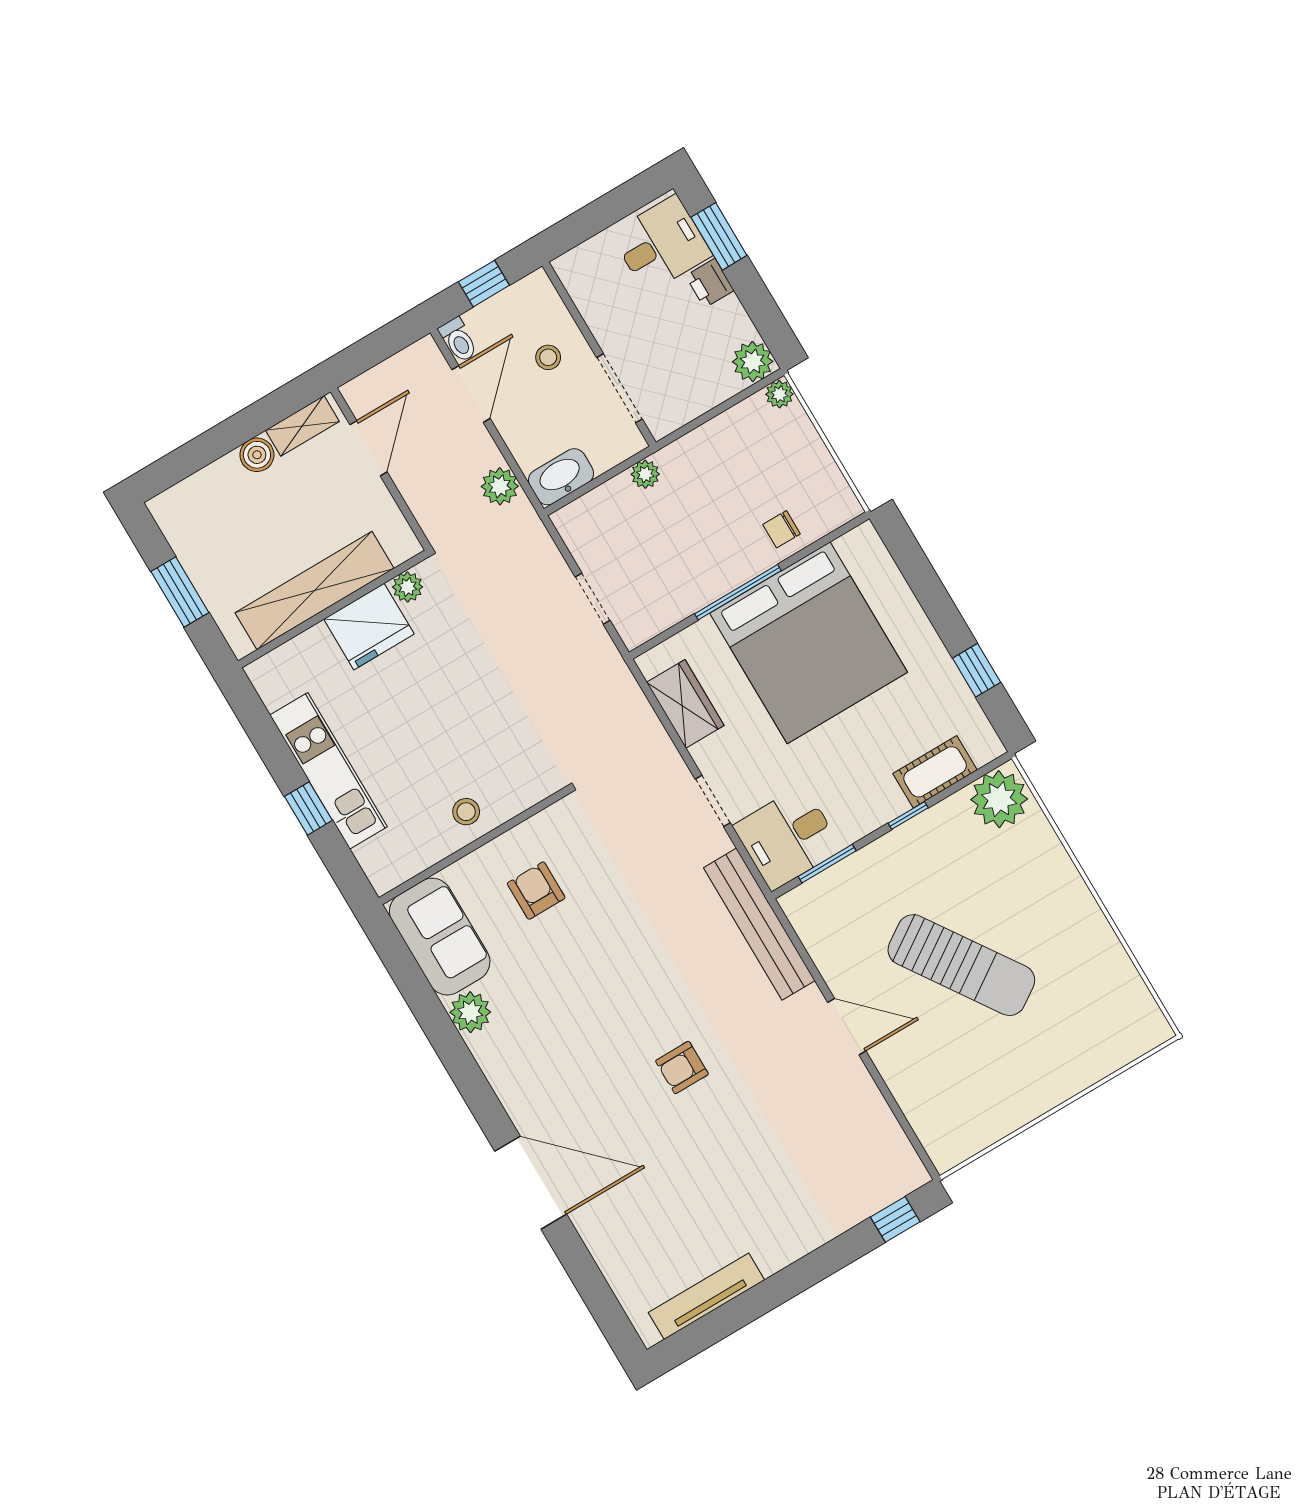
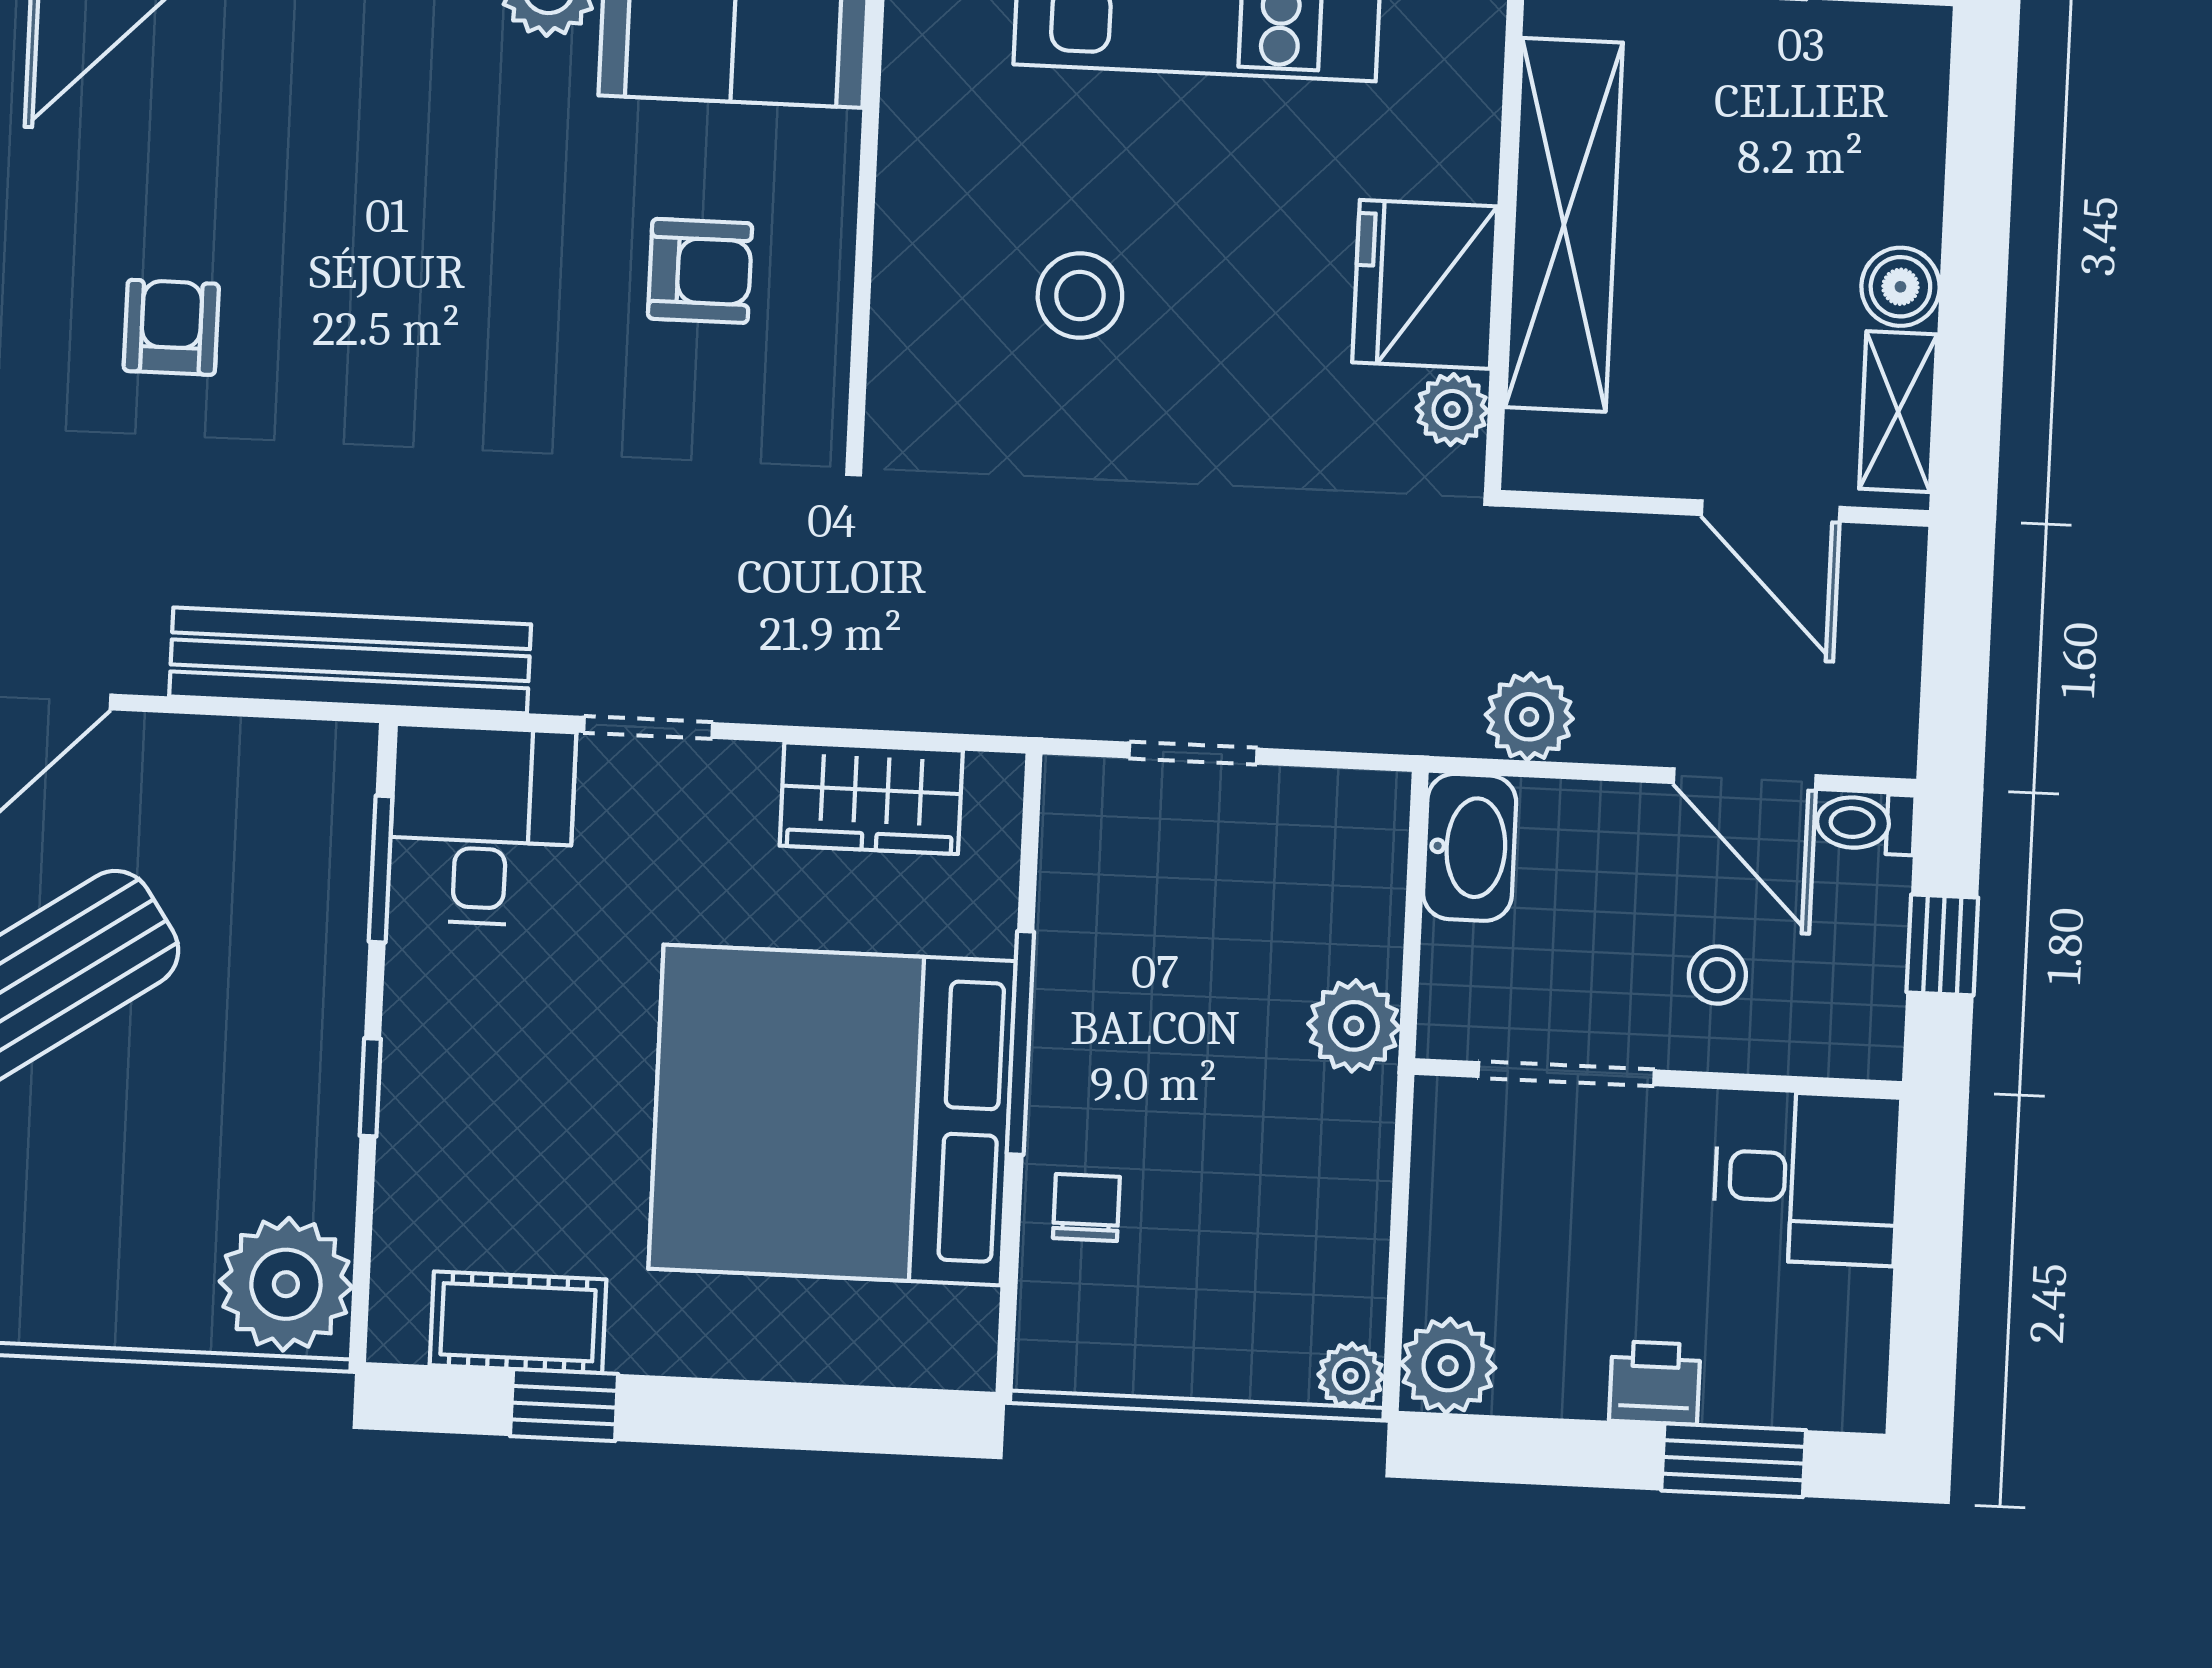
desk: (661, 244) -> (1807, 1178), moved, turned -90
plant: (645, 474) -> (1354, 1026), width x1.38, depth x1.38
cot: (935, 772) -> (518, 1322), moved, turned 90
stool: (466, 812) -> (1080, 296), moved, width x1.37, depth x1.37

